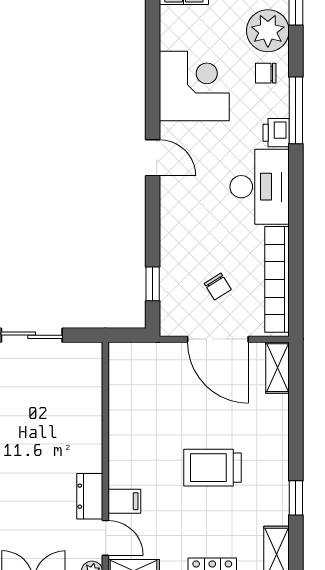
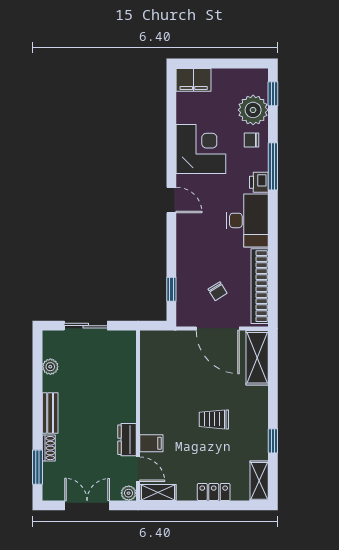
shelving: (277, 368) -> (257, 358), width x1.50, depth x1.33
trolley: (212, 468) -> (214, 419), width x0.73, depth x0.72

